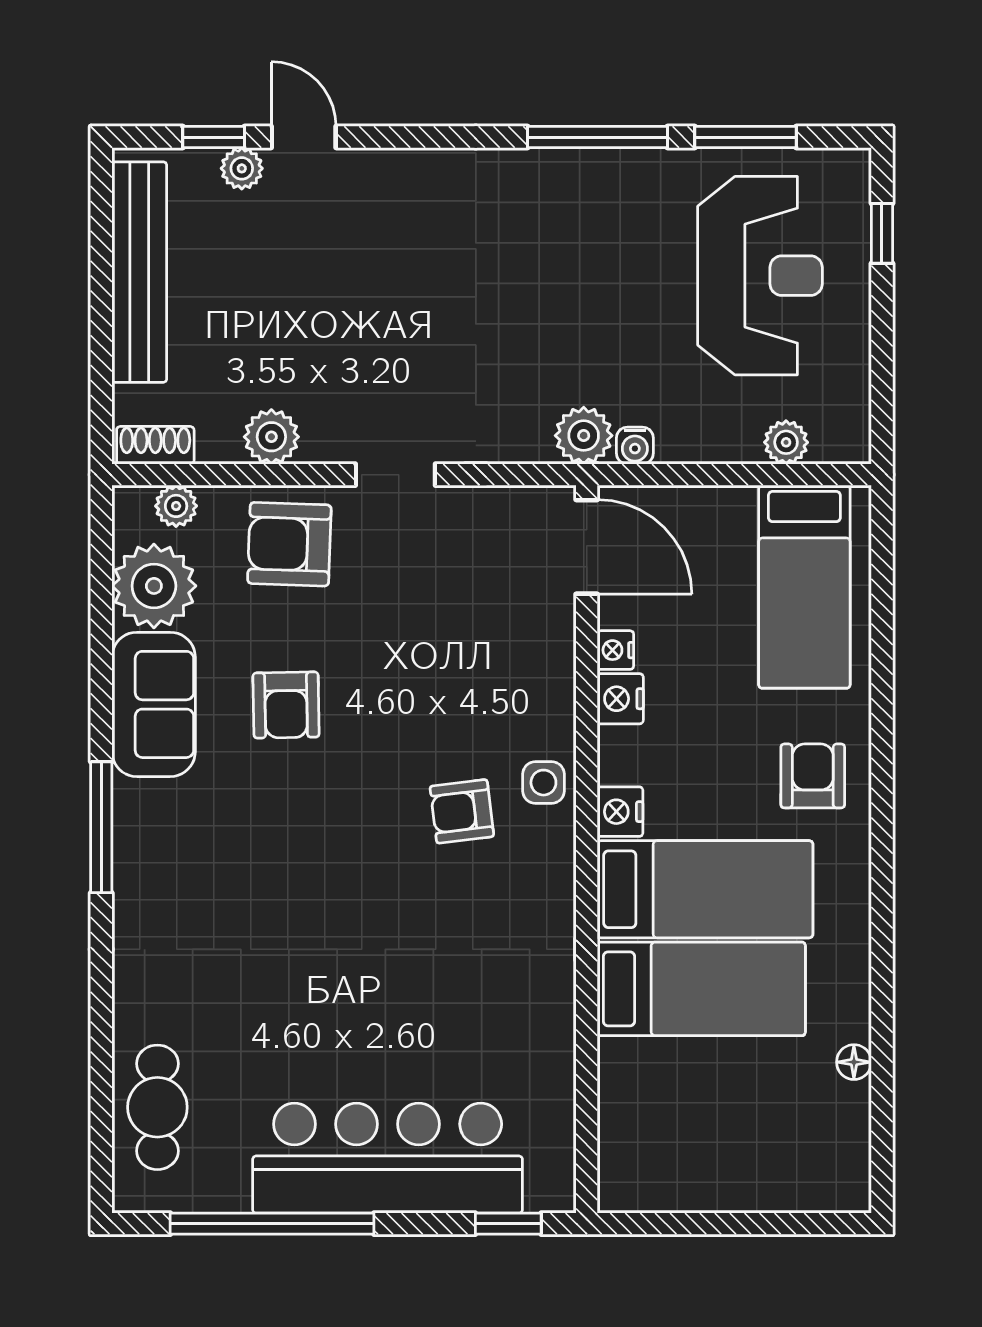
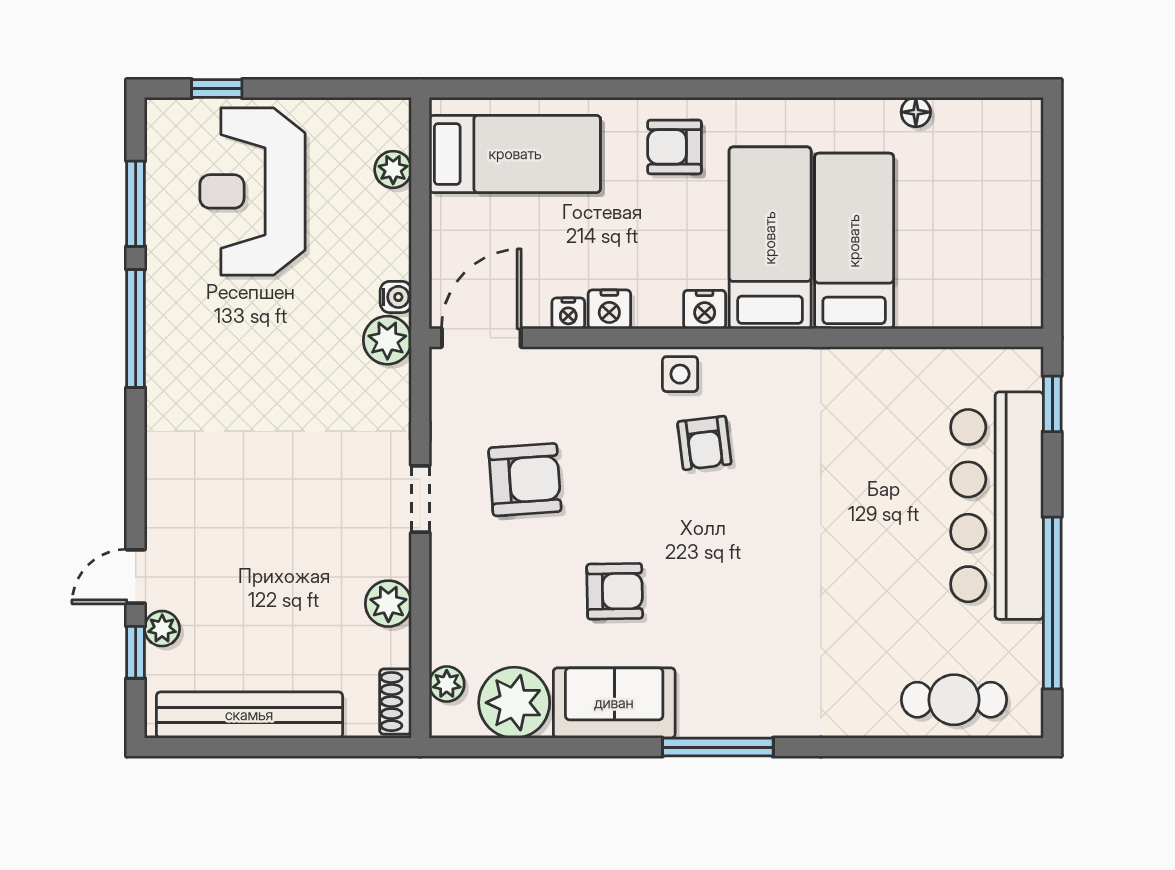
reception desk: (760, 276) -> (252, 191), turned -90
armchair: (289, 544) -> (525, 480), moved, turned -96

